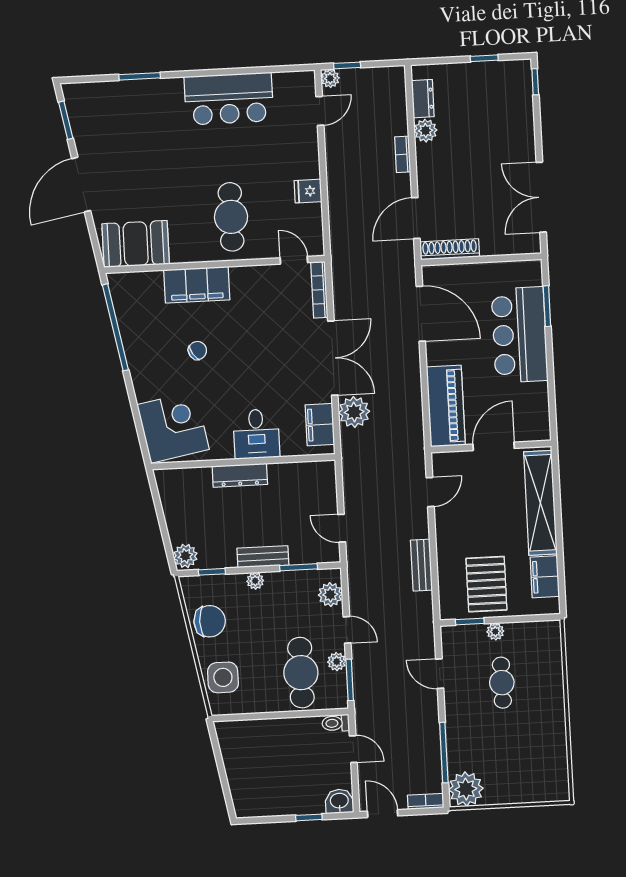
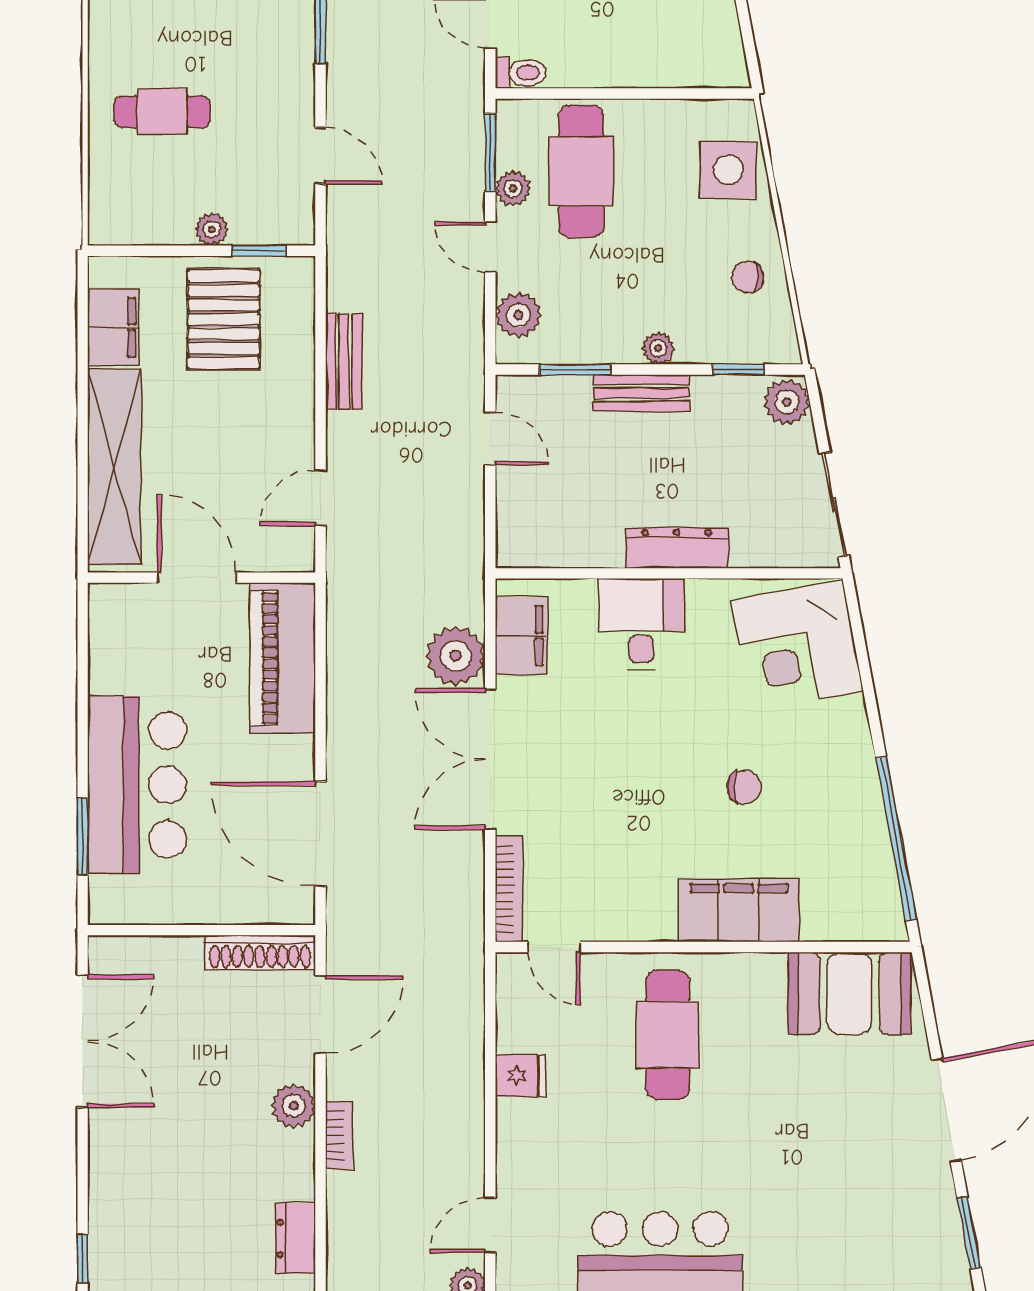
plant: (426, 131) -> (294, 1106), moved
chair: (197, 351) -> (744, 787), turned -148
door: (494, 446) -> (197, 578), swing flipped
sliding door: (157, 503) -> (834, 505), added
chair: (210, 621) -> (748, 277), width x0.54, depth x0.54
cafe table: (502, 683) -> (162, 112), moved, turned 90

